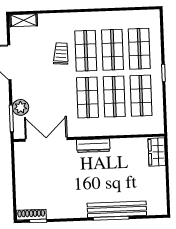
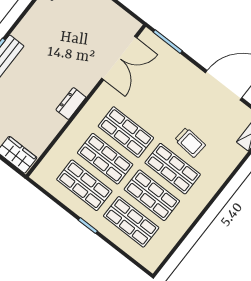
plant: (21, 107) -> (171, 59), removed
dresser: (93, 146) -> (71, 104), width x0.70

